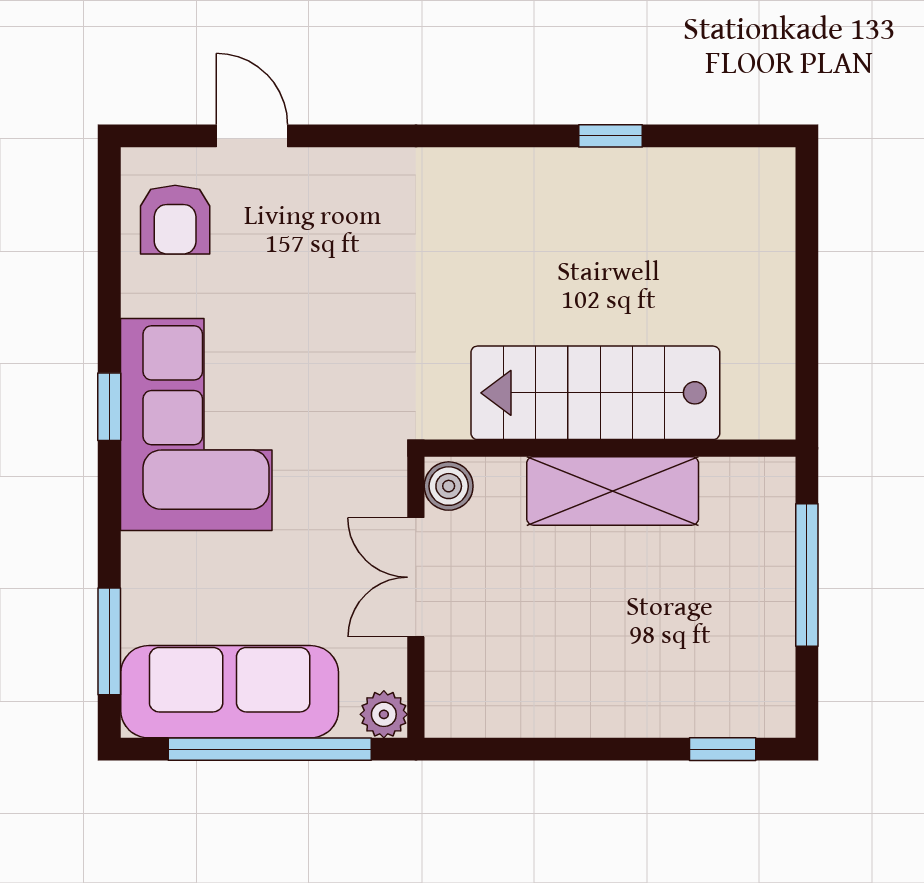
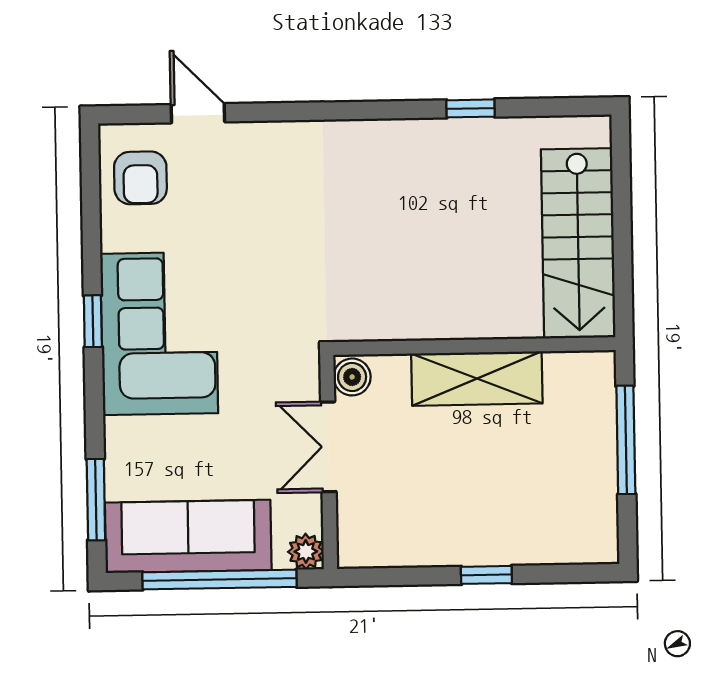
stairs: (595, 393) -> (578, 243), moved, turned -90
window: (723, 749) -> (486, 575), moved

